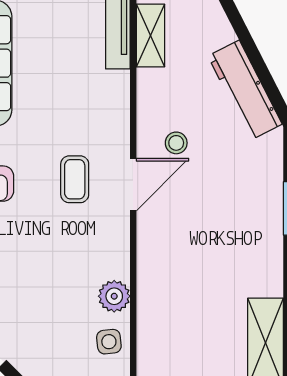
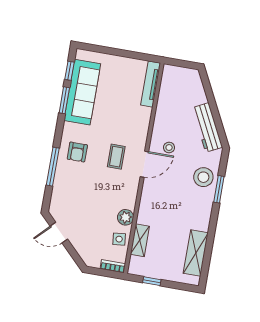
shelving: (150, 35) -> (140, 240), moved
stool: (255, 190) -> (203, 177), added

